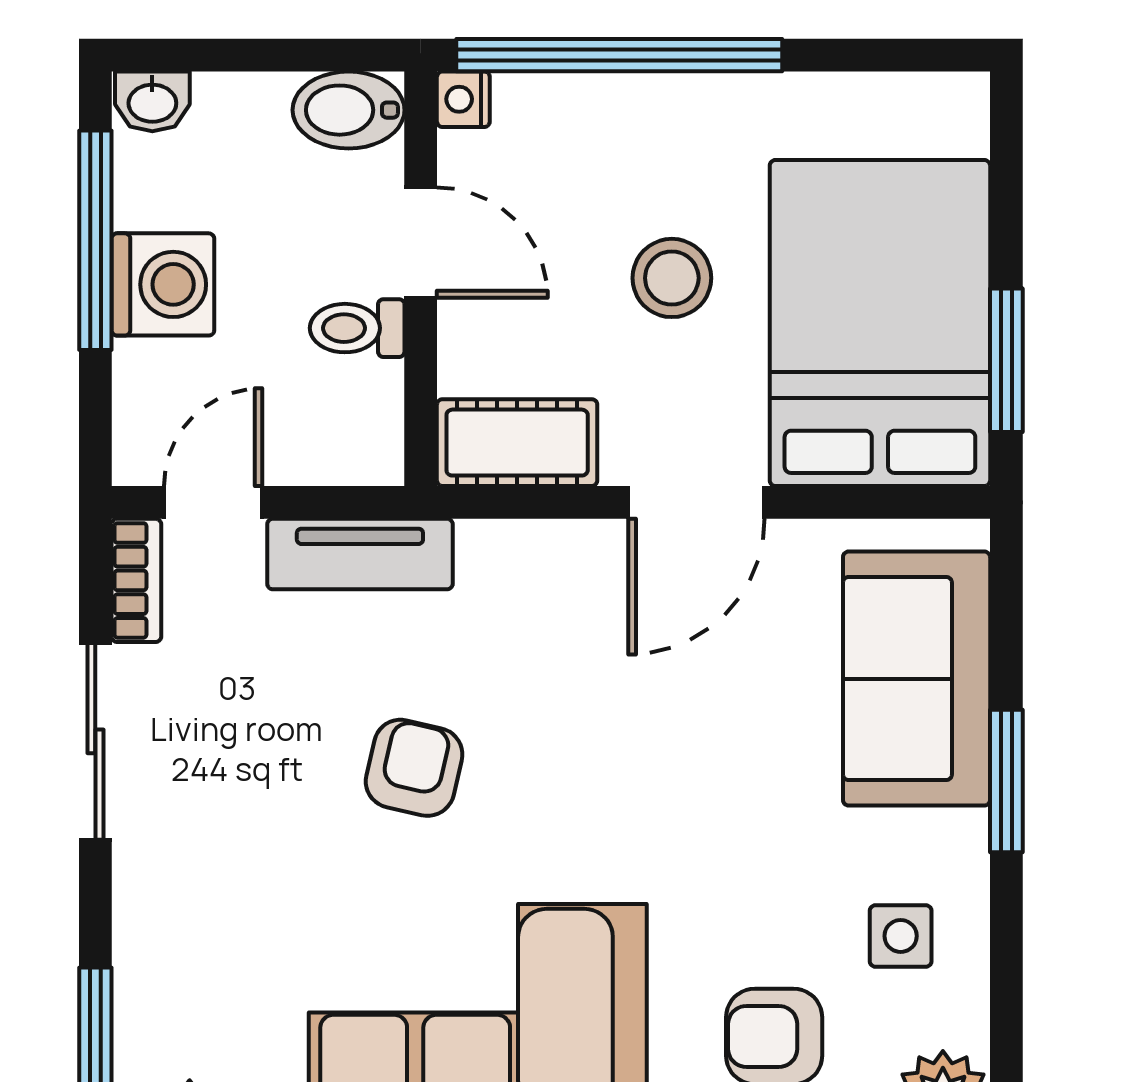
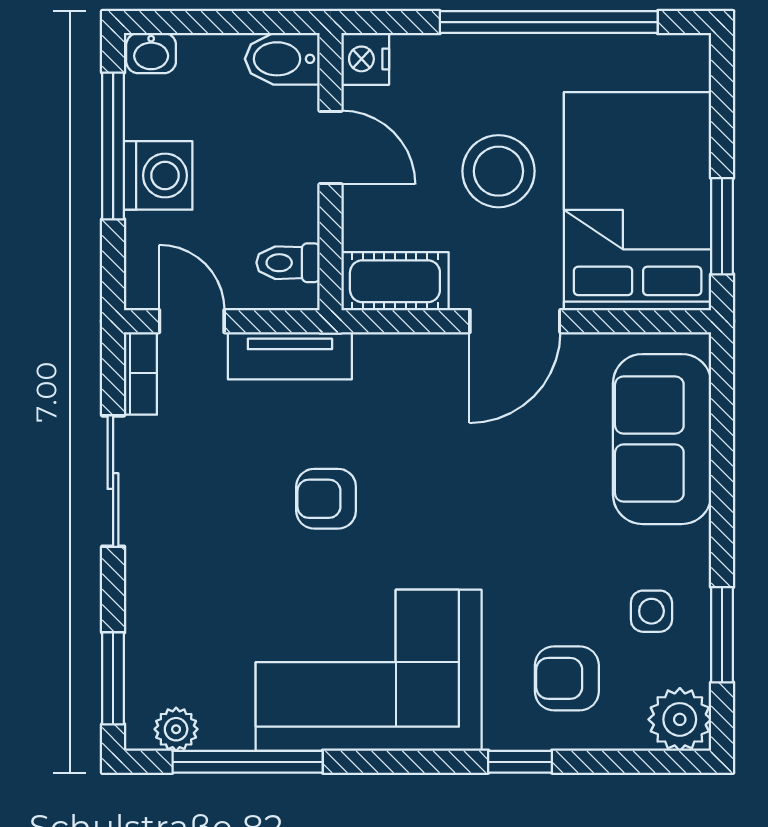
window: (619, 55) -> (549, 22), moved
nightstand: (463, 99) -> (365, 59), width x1.39, depth x1.35
stool: (672, 278) -> (498, 171), width x1.38, depth x1.38
toilet: (357, 328) -> (288, 263), moved
door: (213, 502) -> (192, 321), hinge flipped
armchair: (414, 768) -> (326, 499), turned -103
window: (1006, 781) -> (722, 635), moved

